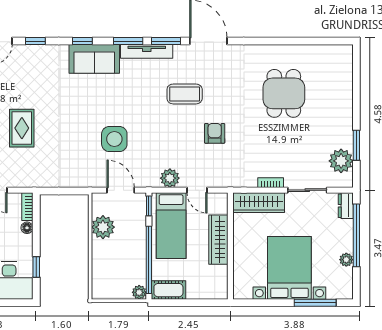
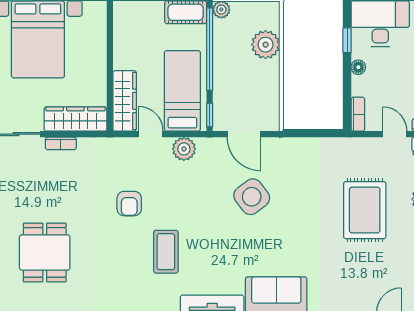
coffee table: (185, 94) -> (166, 252), turned 90
rug: (22, 128) -> (365, 210), width x1.36, depth x1.43
side table: (114, 139) -> (252, 197), turned -37
plant: (103, 227) -> (266, 45), moved
floor lamp: (27, 228) -> (358, 67), moved
wardrobe: (218, 240) -> (125, 101), moved

